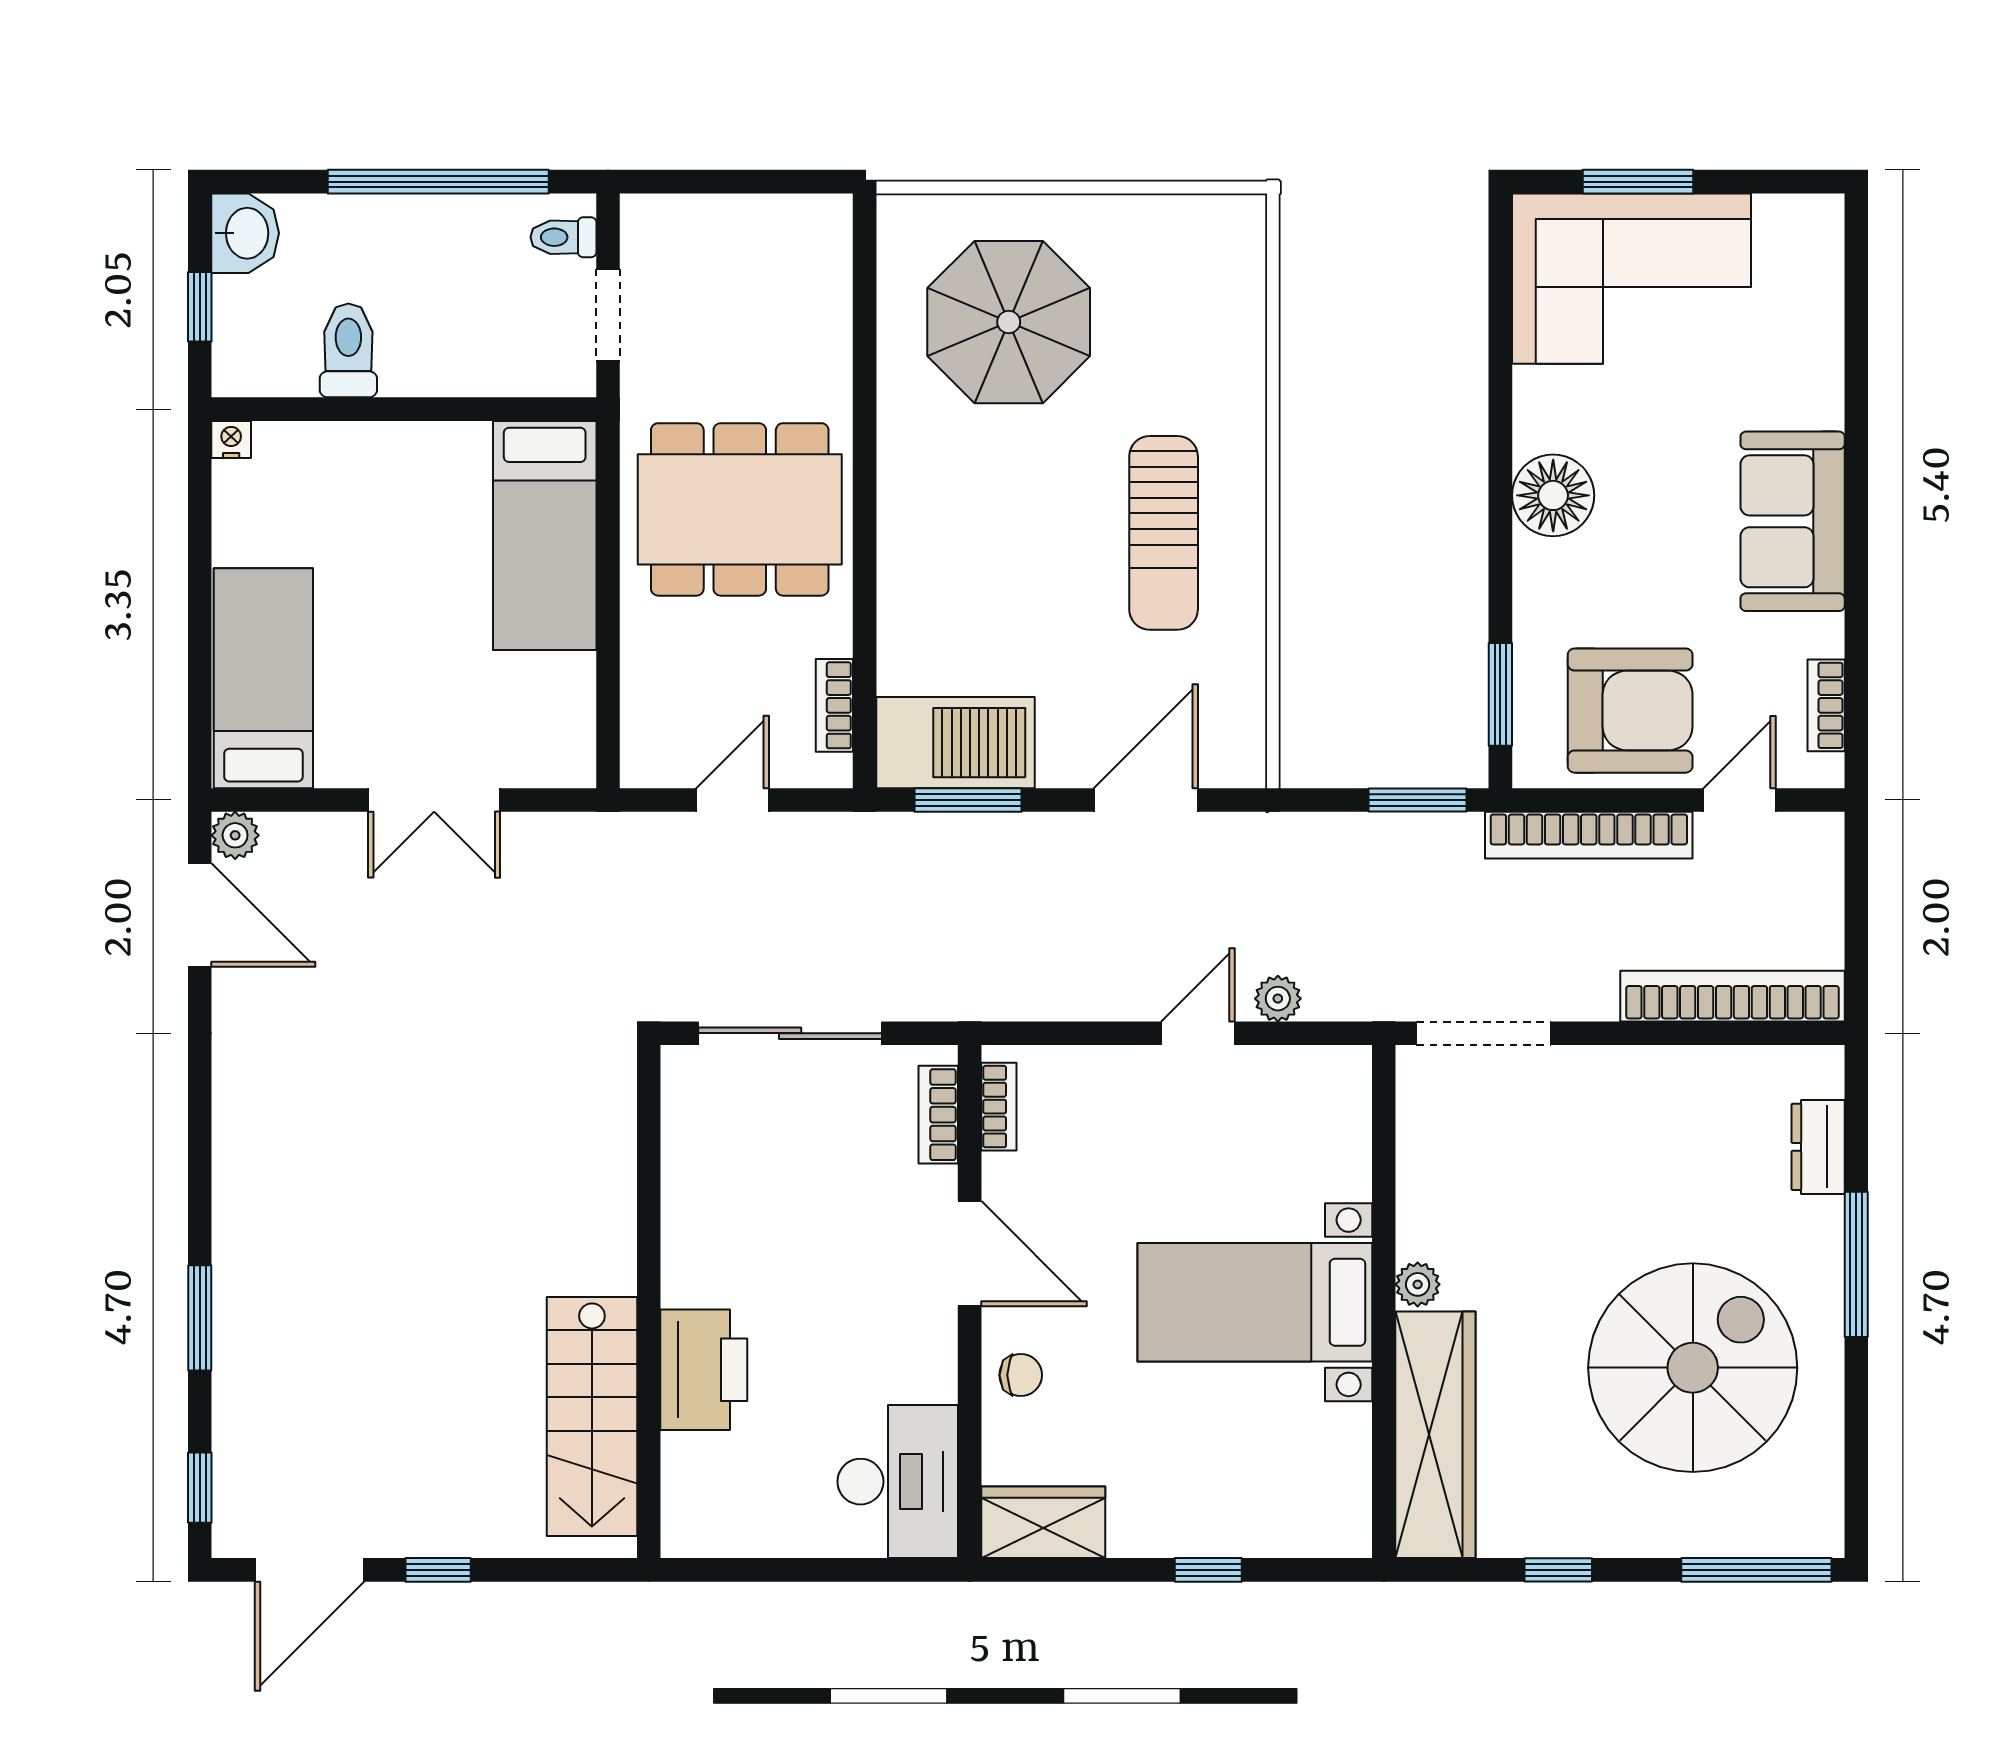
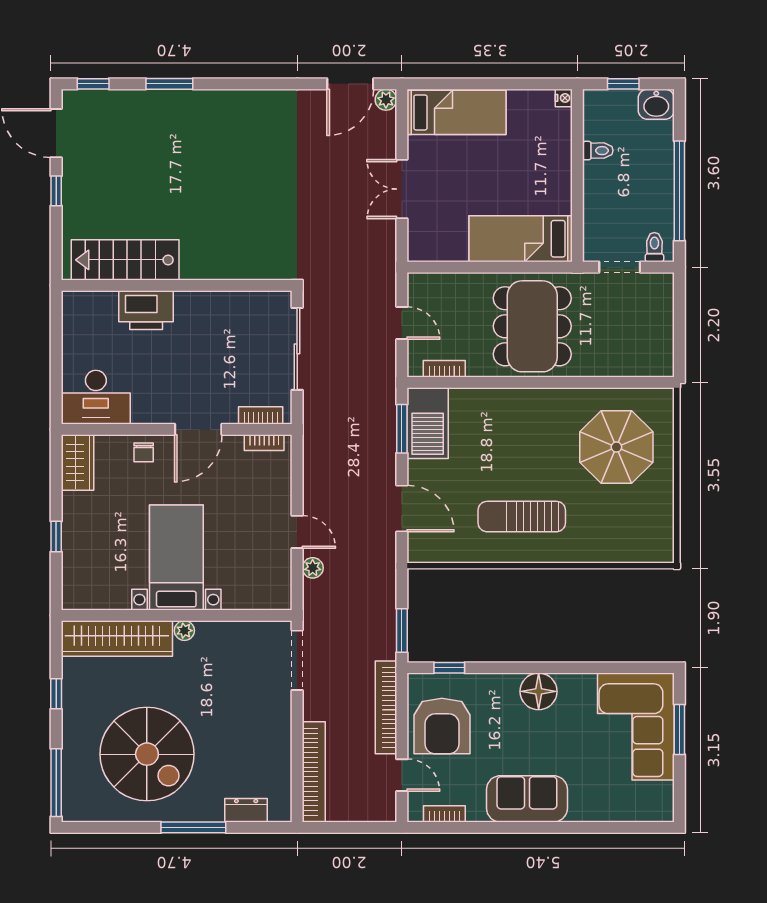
toilet: (348, 350) -> (598, 151), width x0.73, depth x0.72
window: (1500, 694) -> (449, 668), width x0.67

